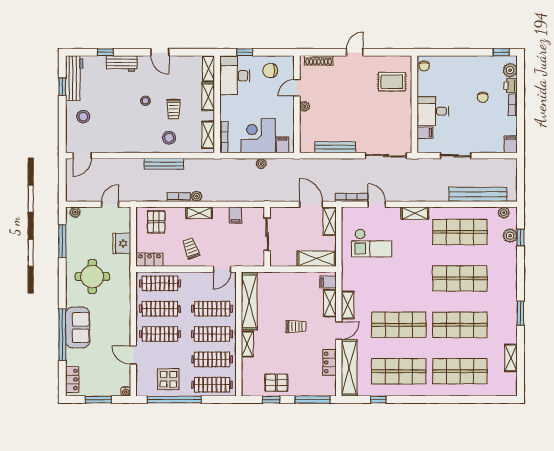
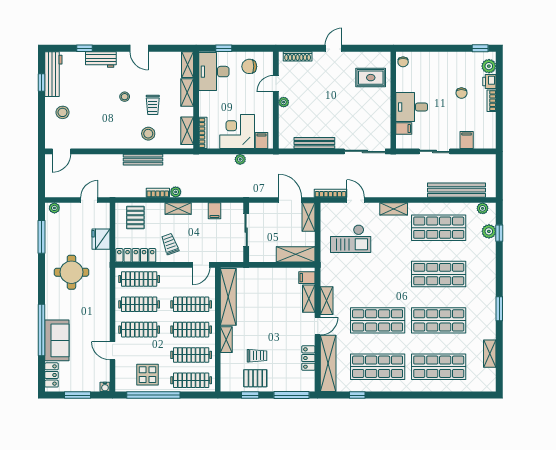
filing cabinet: (511, 144) -> (467, 140), moved
locker: (149, 260) -> (136, 255), width x1.53
trolley: (296, 326) -> (257, 356), moved
sofa: (78, 327) -> (57, 340), moved

